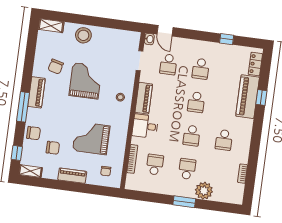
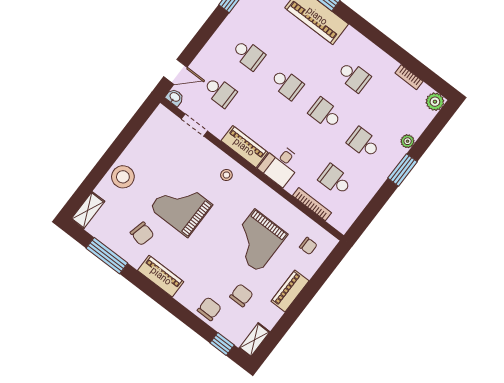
window: (23, 107) -> (107, 256), moved
school desk: (192, 136) -> (325, 113), turned 180
plant: (204, 191) -> (408, 141), width x0.53, depth x0.53
plant: (237, 198) -> (435, 102), added

